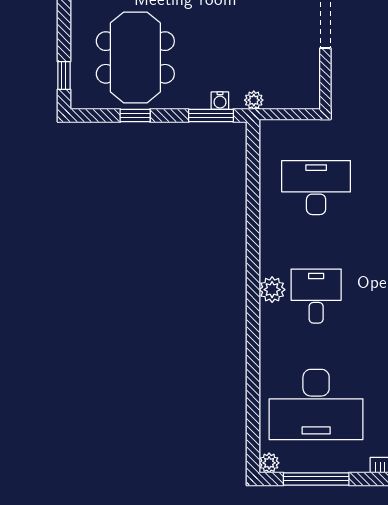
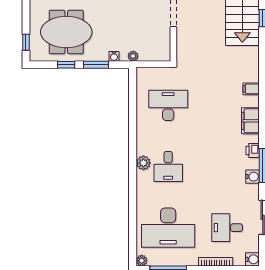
meeting table: (135, 57) -> (66, 32), turned 90
window: (211, 116) -> (96, 65), moved
desk: (316, 296) -> (168, 166), turned 180

